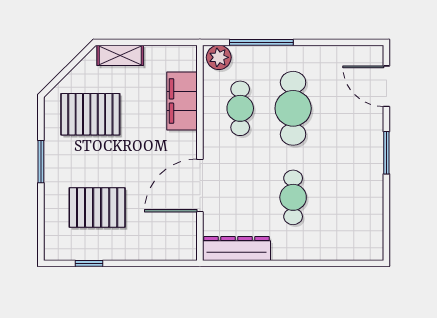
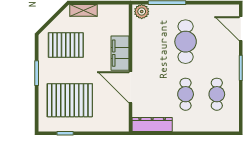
filing cabinet: (182, 101) -> (120, 53), moved
cafe table: (240, 108) -> (217, 94), moved
door: (200, 185) -> (130, 87), hinge flipped
pallet: (97, 208) -> (70, 100), width x1.37, depth x1.41

